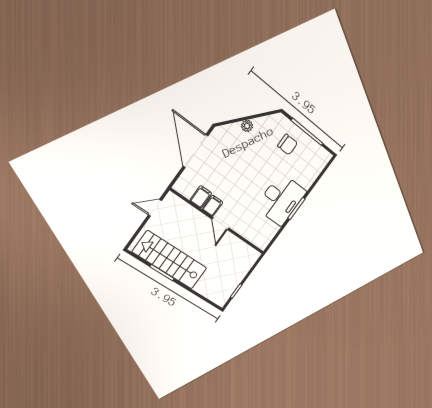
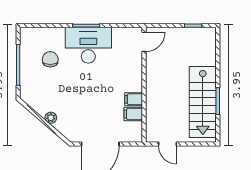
chair: (288, 145) -> (50, 59), moved
door: (220, 223) -> (144, 42), moved

